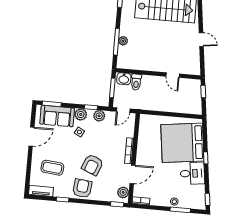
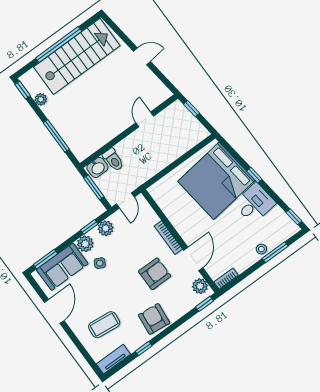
plant: (123, 41) -> (41, 99), moved
door: (173, 75) -> (145, 119), swing flipped
armchair: (92, 165) -> (155, 274), moved, turned -112

